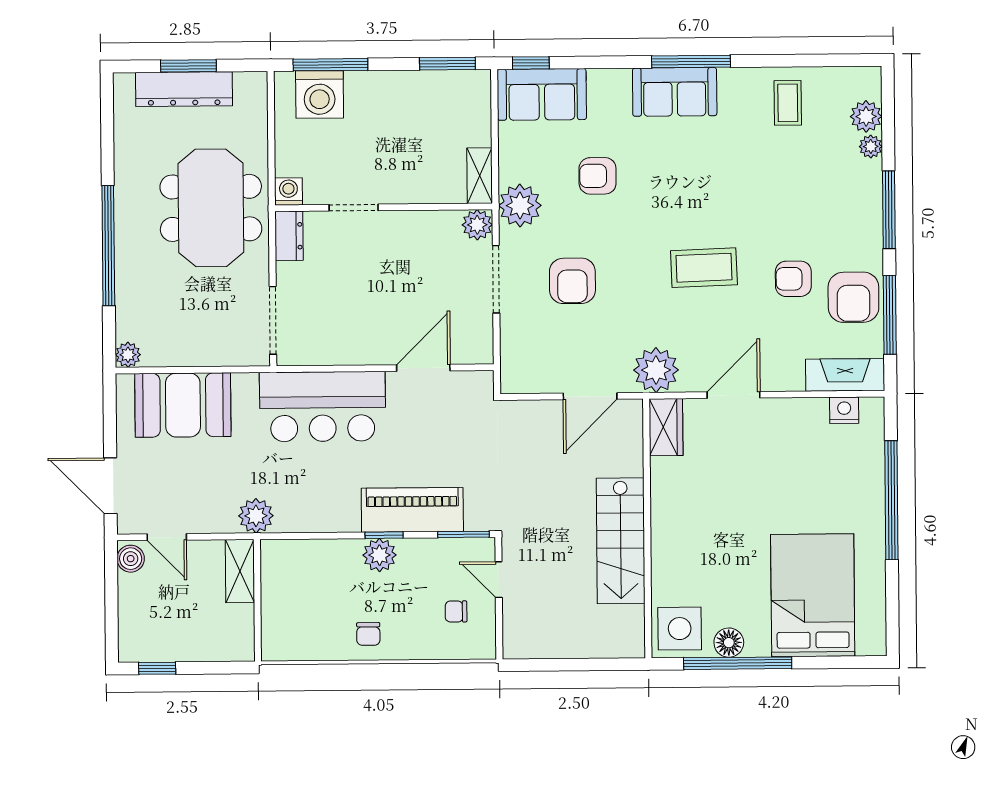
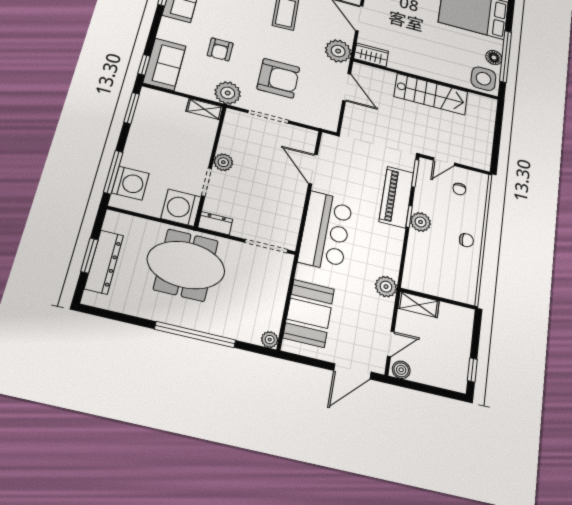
washing machine: (288, 191) -> (181, 208), width x1.89, depth x1.89
plant: (477, 225) -> (223, 162), moved
armchair: (572, 281) -> (278, 78), width x1.36, depth x1.36

